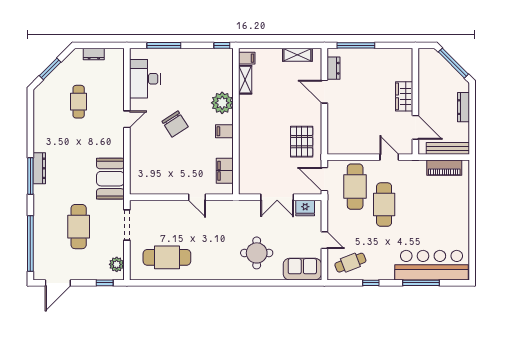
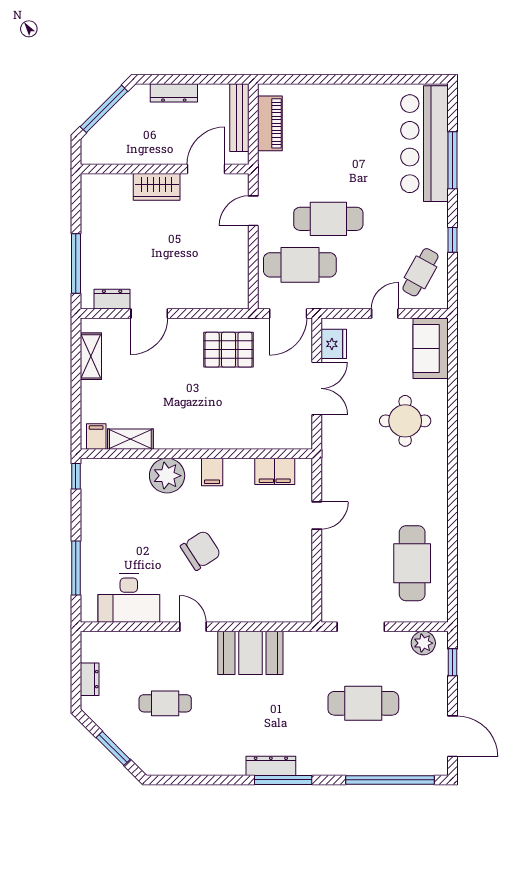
booth: (110, 179) -> (250, 653), moved
cafe table: (350, 263) -> (420, 272), turned 50

